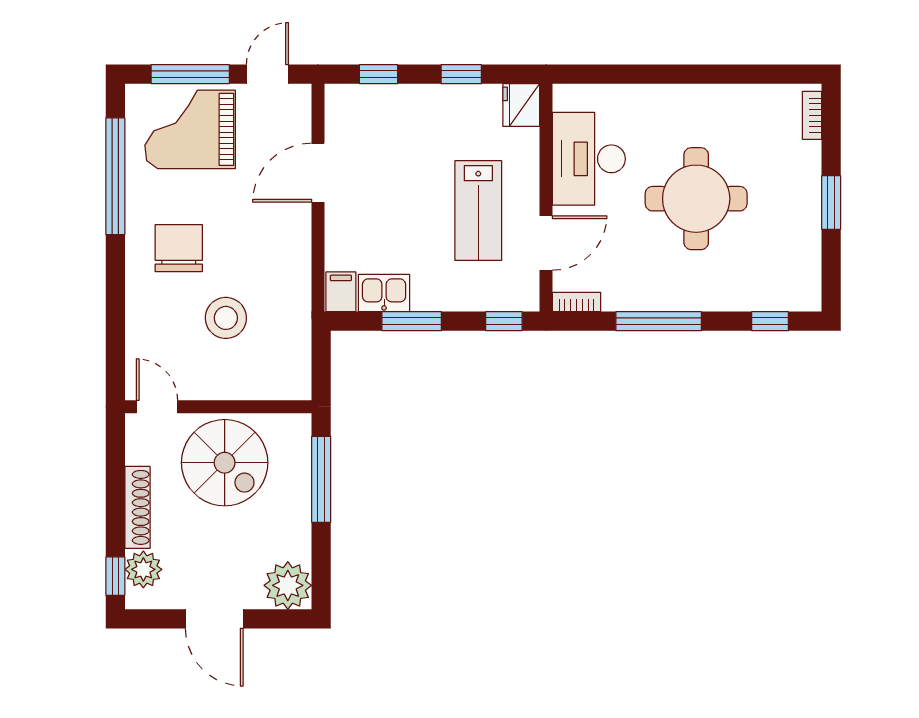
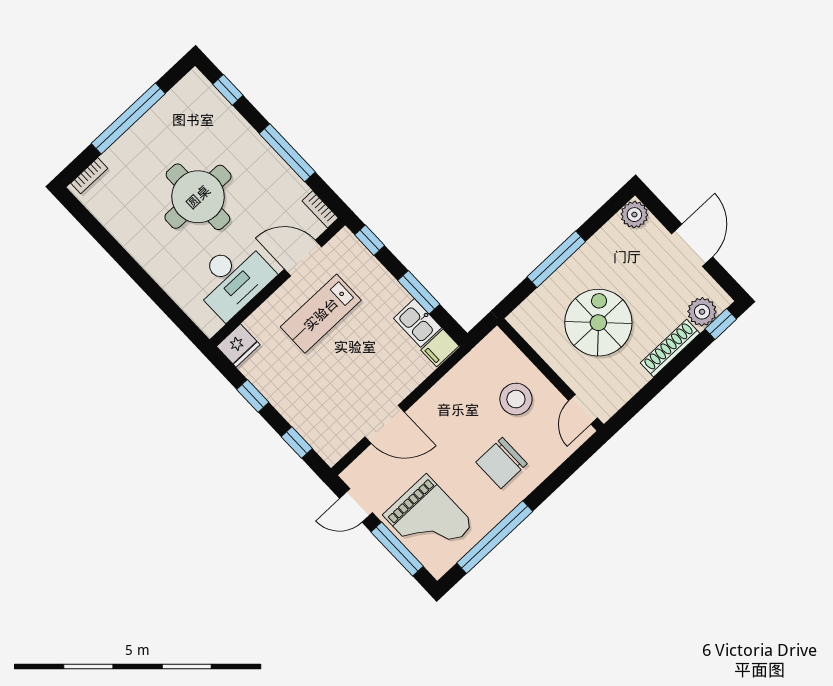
window: (831, 202) -> (128, 118), width x2.11
lab bench: (478, 211) -> (321, 314), turned 180
door: (157, 407) -> (583, 409), moved
wall: (218, 407) -> (550, 375), moved
plant: (288, 585) -> (634, 215), width x0.73, depth x0.73

